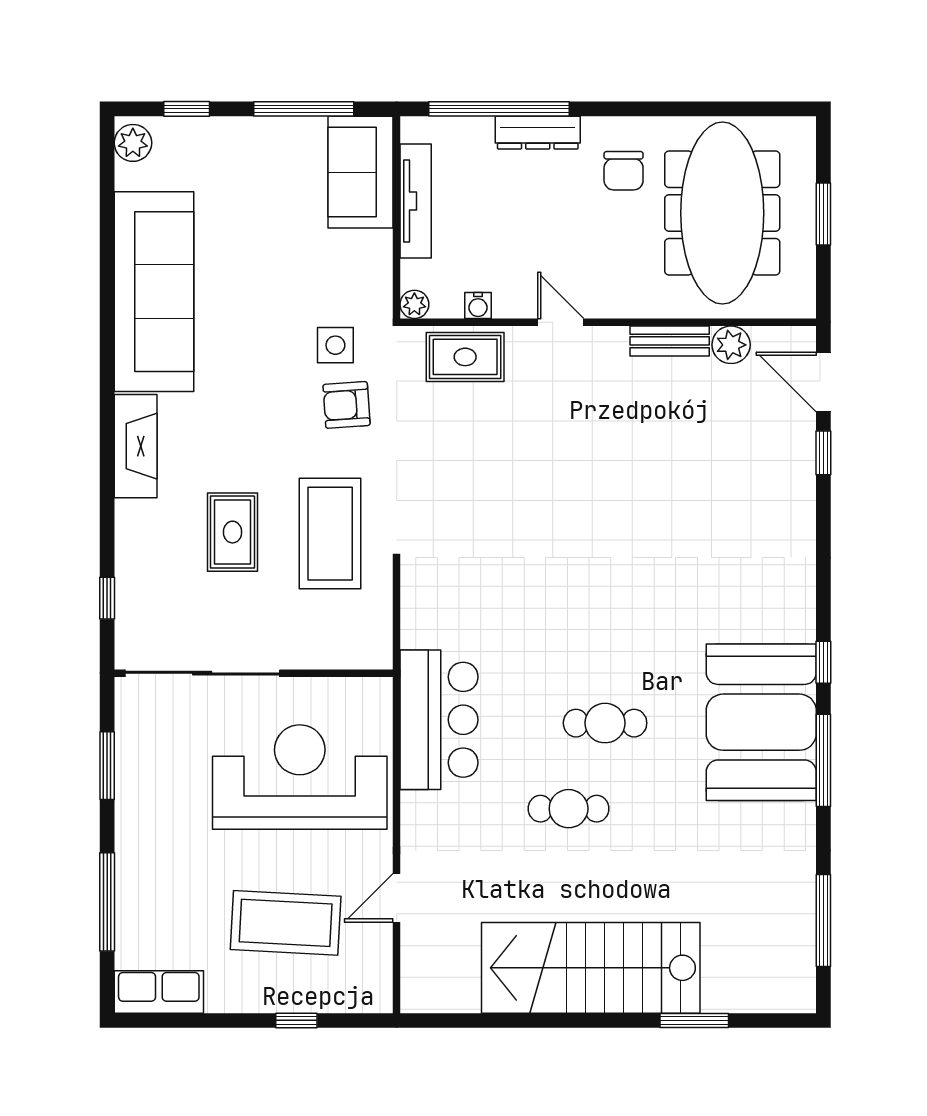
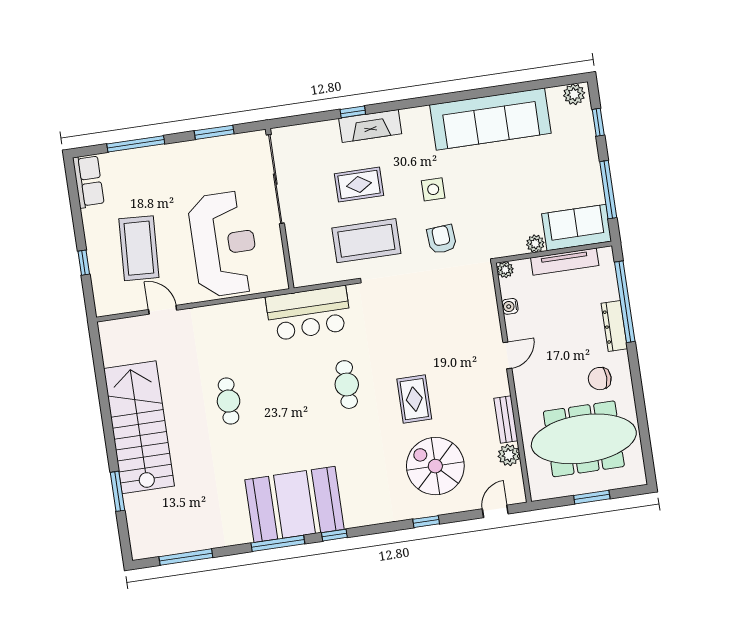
plant: (377, 247) -> (535, 244), added
side table: (335, 345) -> (433, 189), moved
rug: (465, 357) -> (414, 399), moved
door: (823, 382) -> (495, 511), width x0.73
fireplace: (136, 446) -> (370, 126), moved
window: (823, 453) -> (426, 522), moved
spiral stairs: (731, 473) -> (435, 466), added
window: (107, 598) -> (353, 112), moved
bar counter: (439, 720) -> (309, 313), moved
cafe table: (605, 723) -> (347, 385), moved

